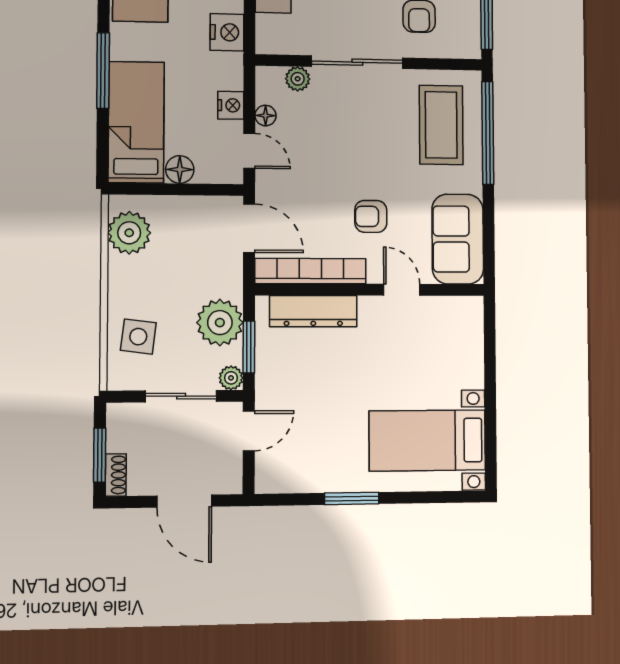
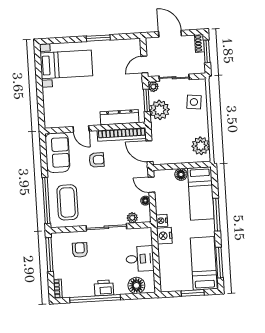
nightstand: (231, 105) -> (162, 221), moved

